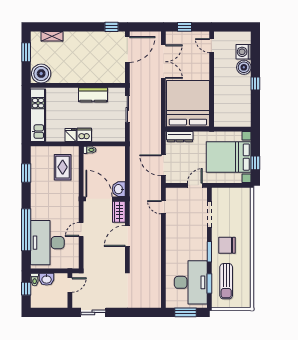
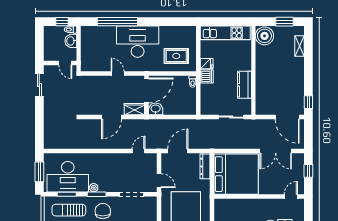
window: (26, 173) -> (171, 22), removed
door: (127, 236) -> (112, 117), swing flipped
desk: (47, 243) -> (138, 42), moved
plant: (202, 255) -> (94, 188), added

